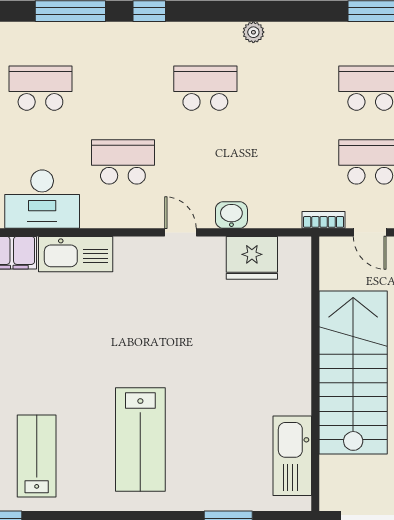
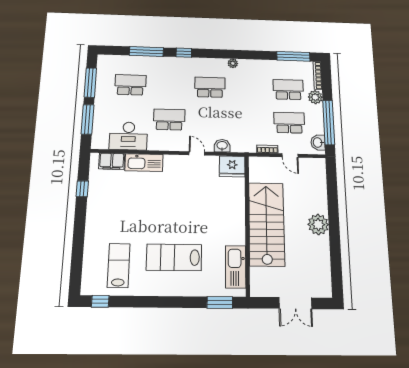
stairs: (353, 372) -> (267, 224), moved
wall: (315, 374) -> (247, 224), moved
lab bench: (140, 439) -> (174, 257), turned 90
kitchen sink: (292, 456) -> (236, 267), moved

